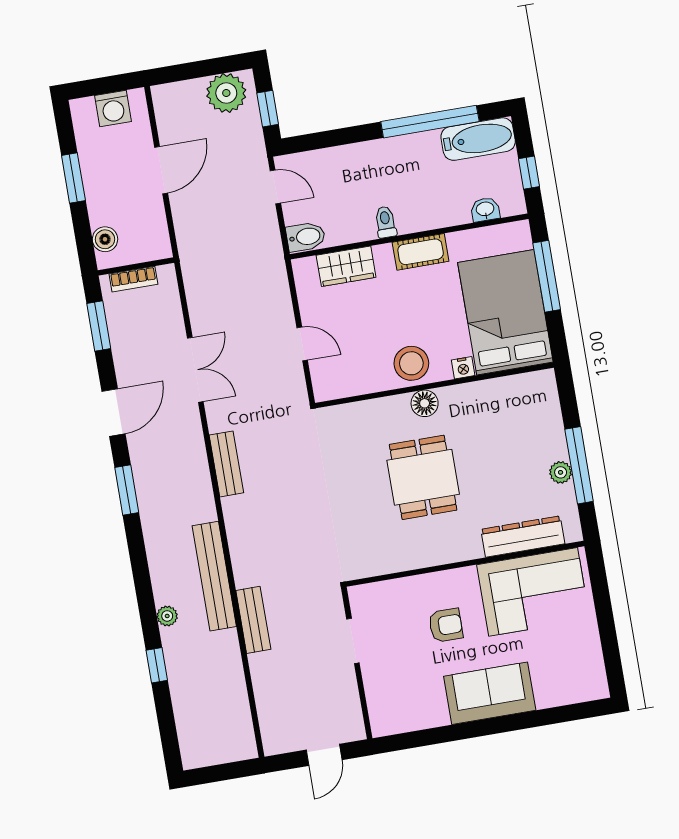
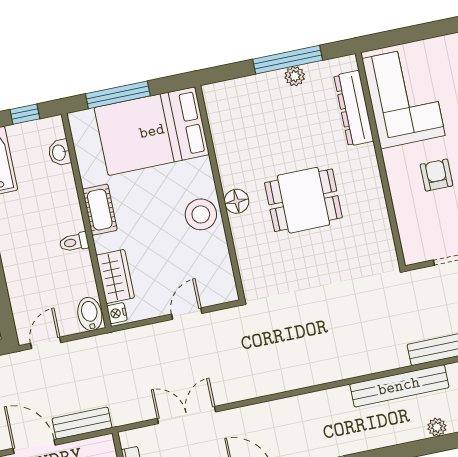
nightstand: (463, 368) -> (117, 313), moved, turned 180
double door: (195, 370) -> (187, 415), moved
bench: (226, 464) -> (82, 423), moved

